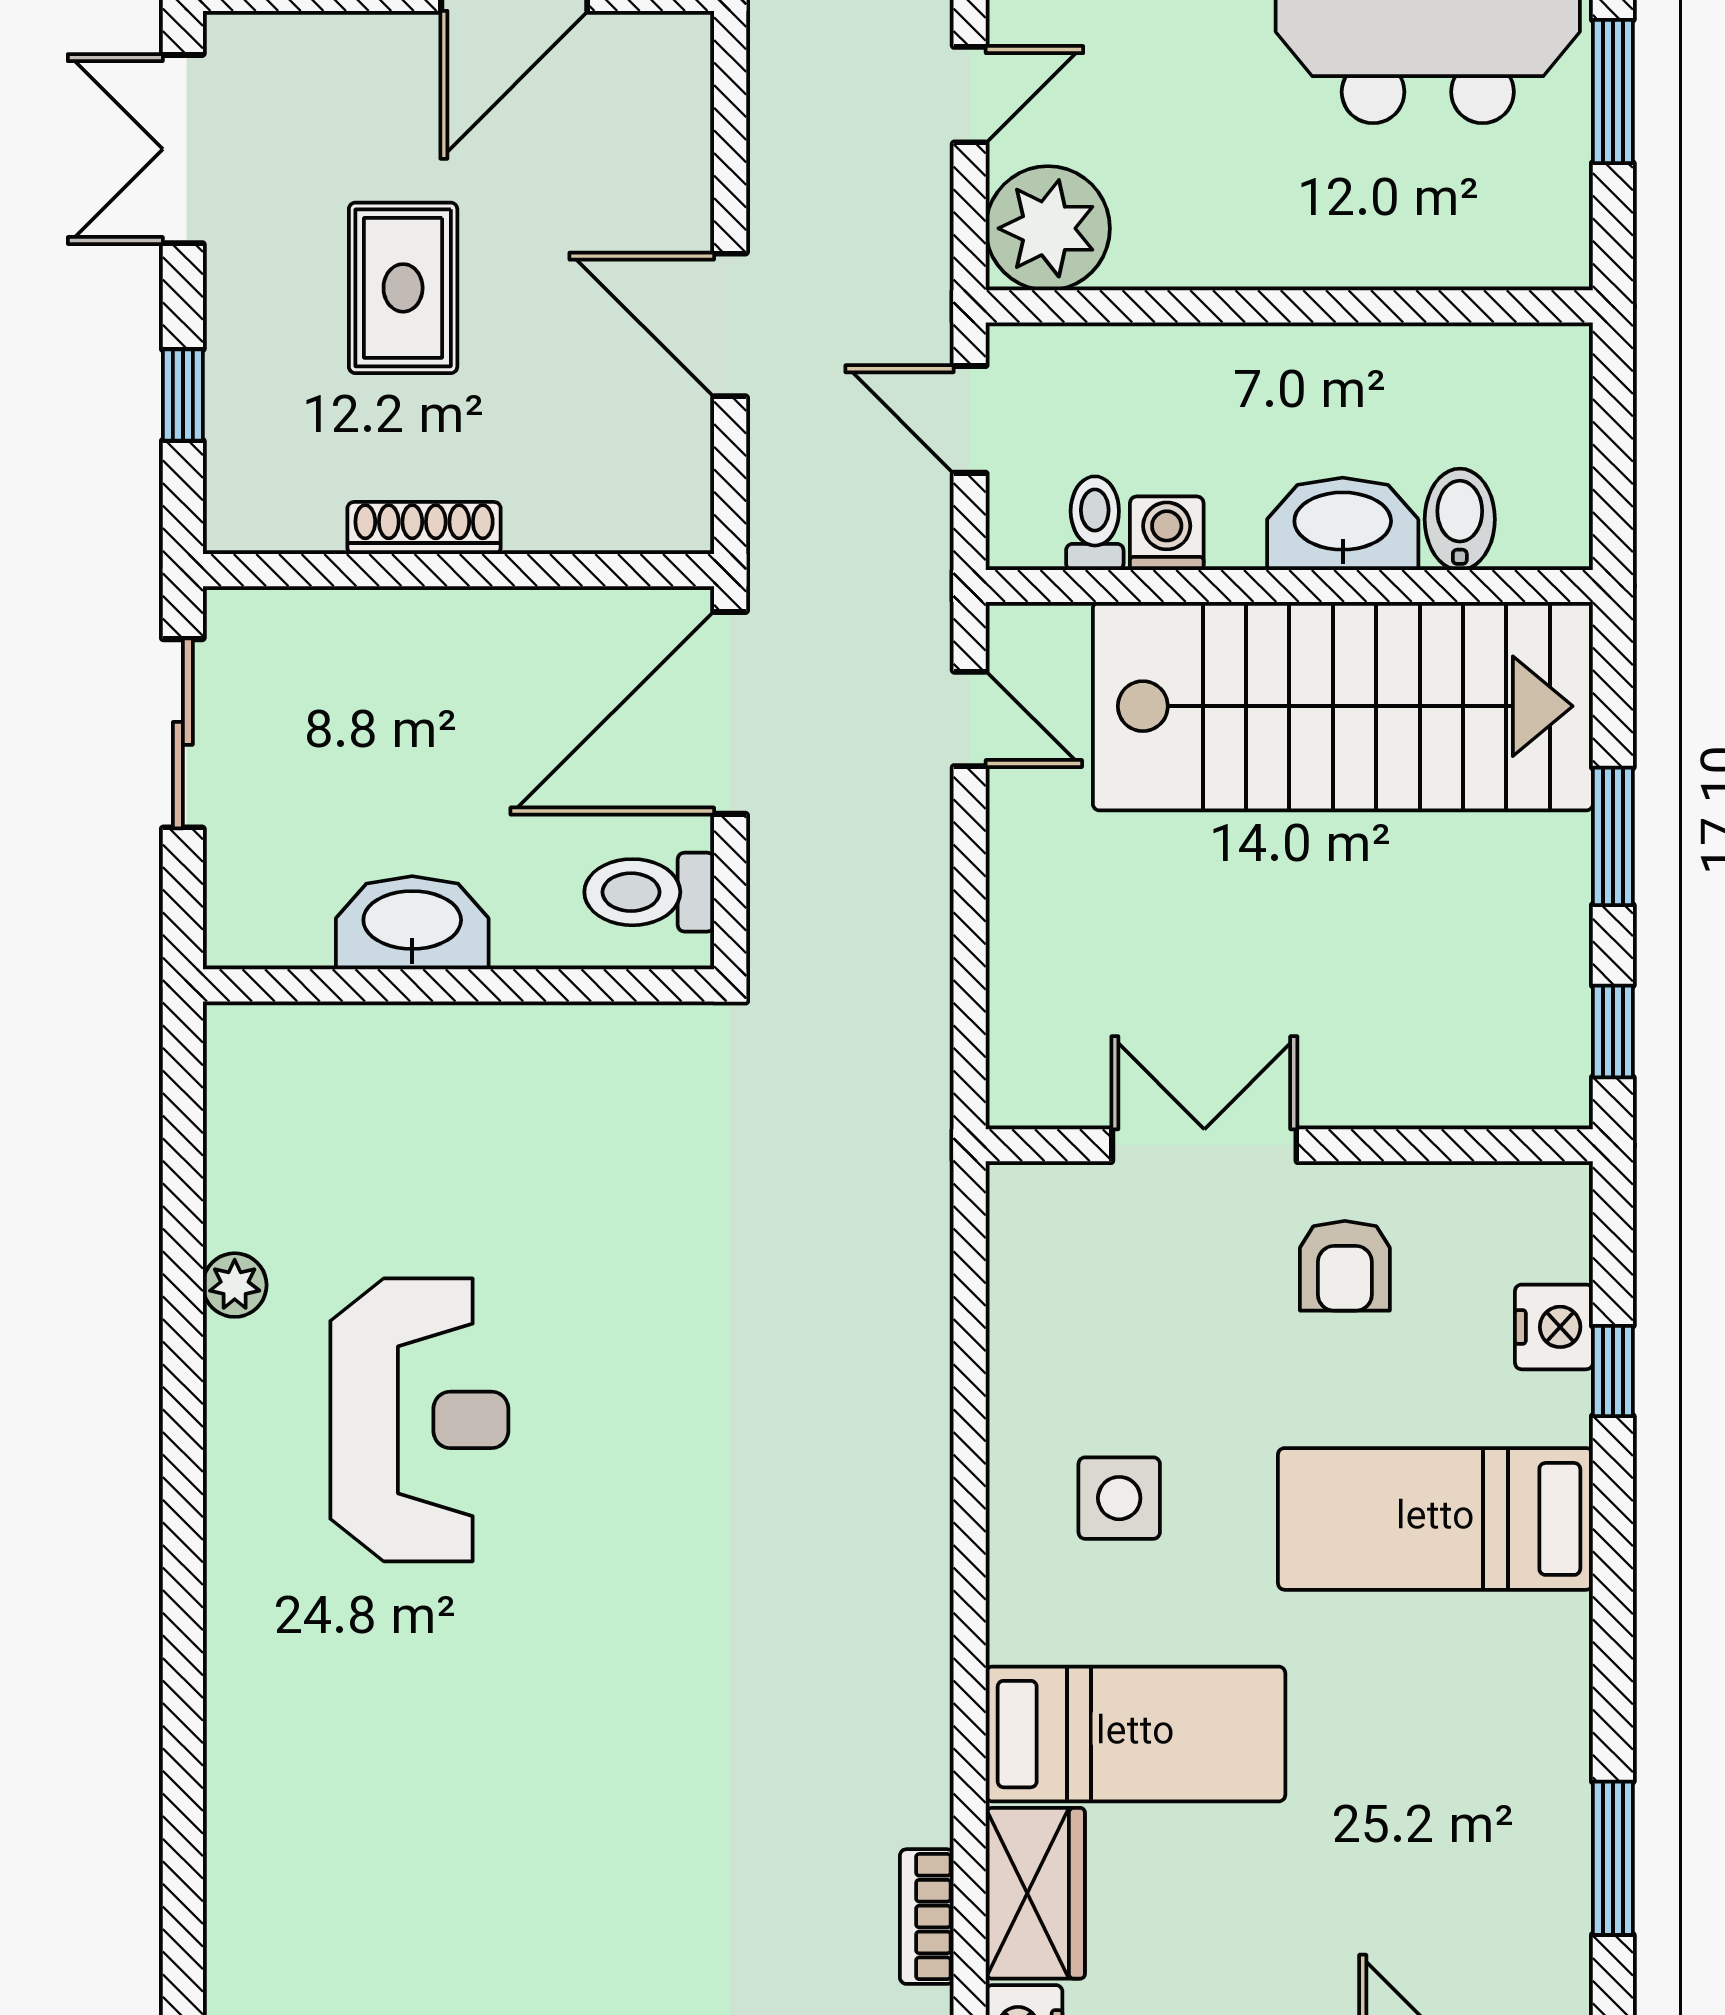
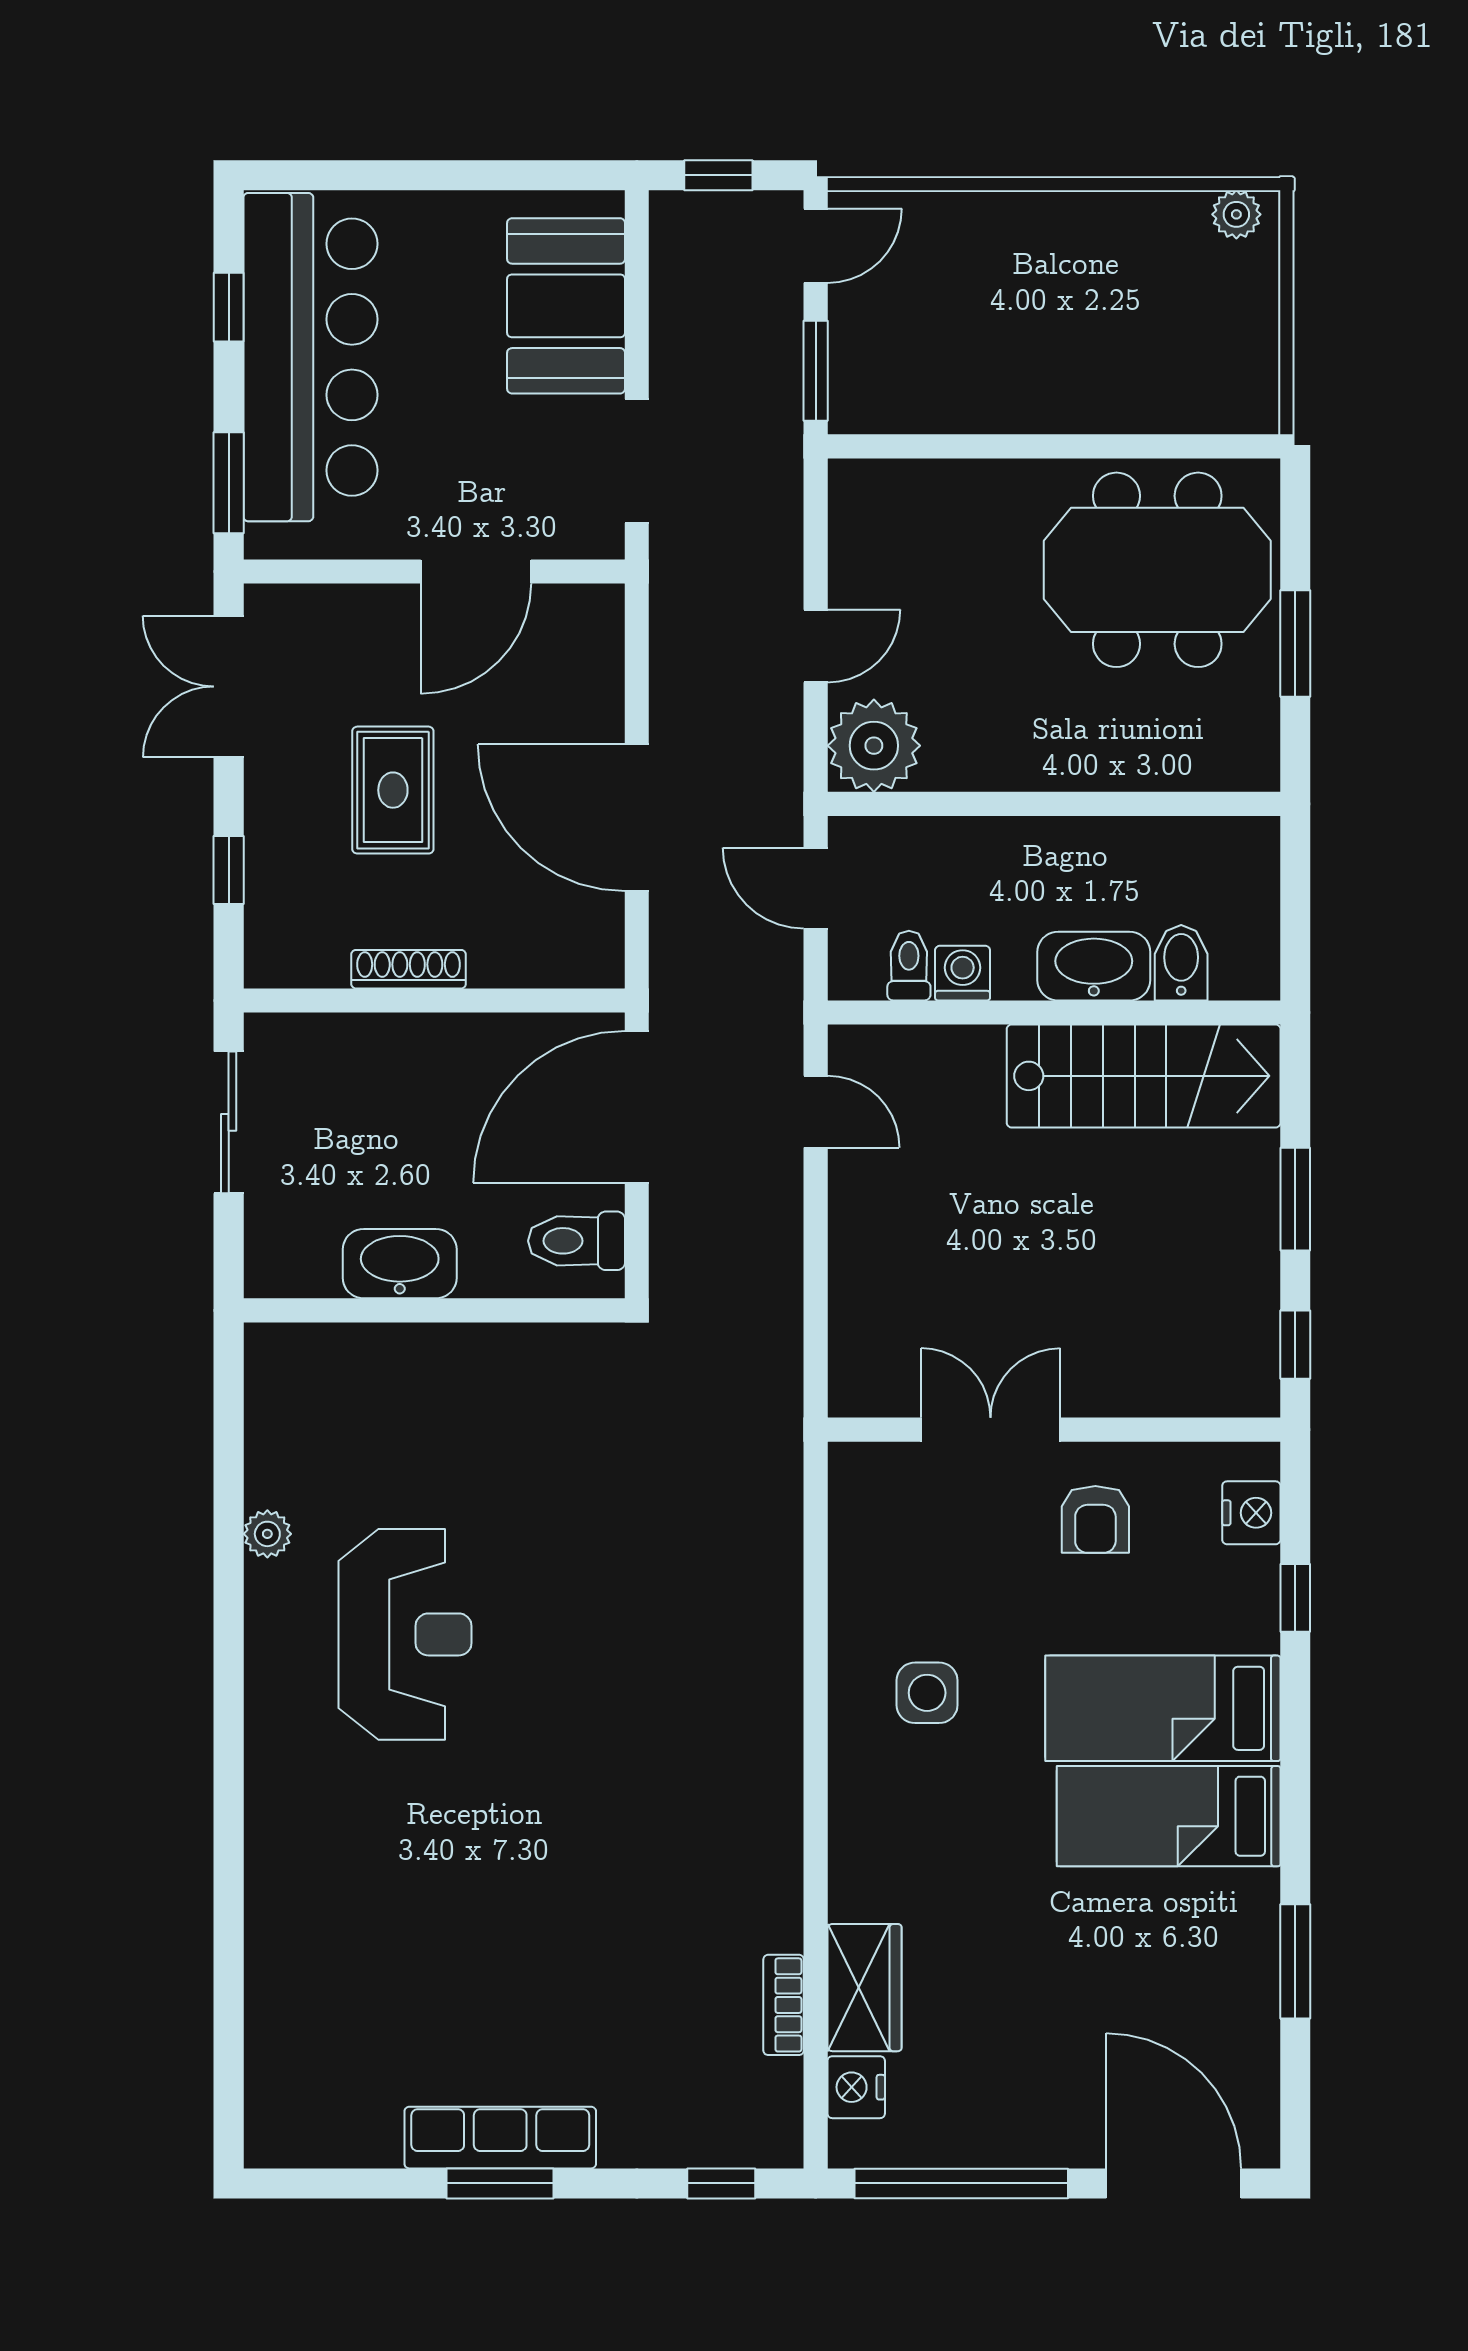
door: (730, 325) -> (637, 818), width x1.36
stairs: (1343, 706) -> (1144, 1076), width x0.73, depth x0.66
nightstand: (1554, 1327) -> (1251, 1513), moved
bed: (1135, 1734) -> (1169, 1816), moved, turned 180

